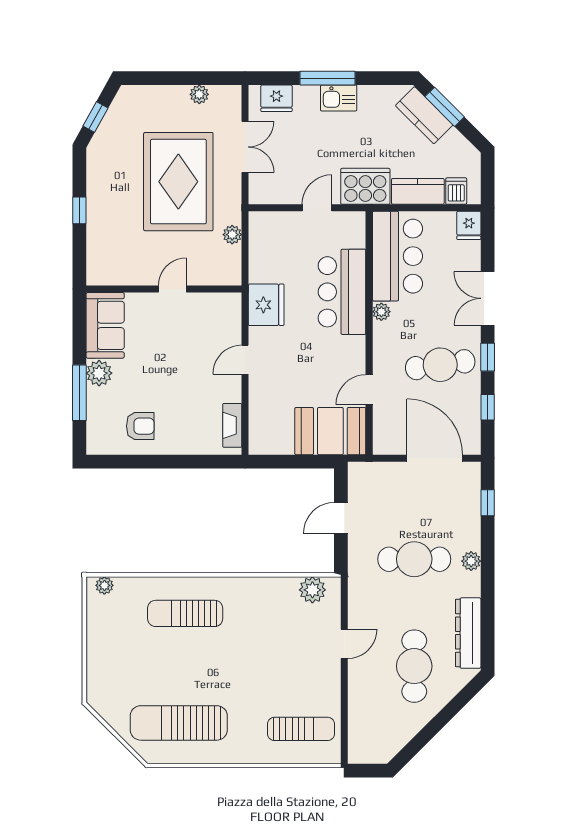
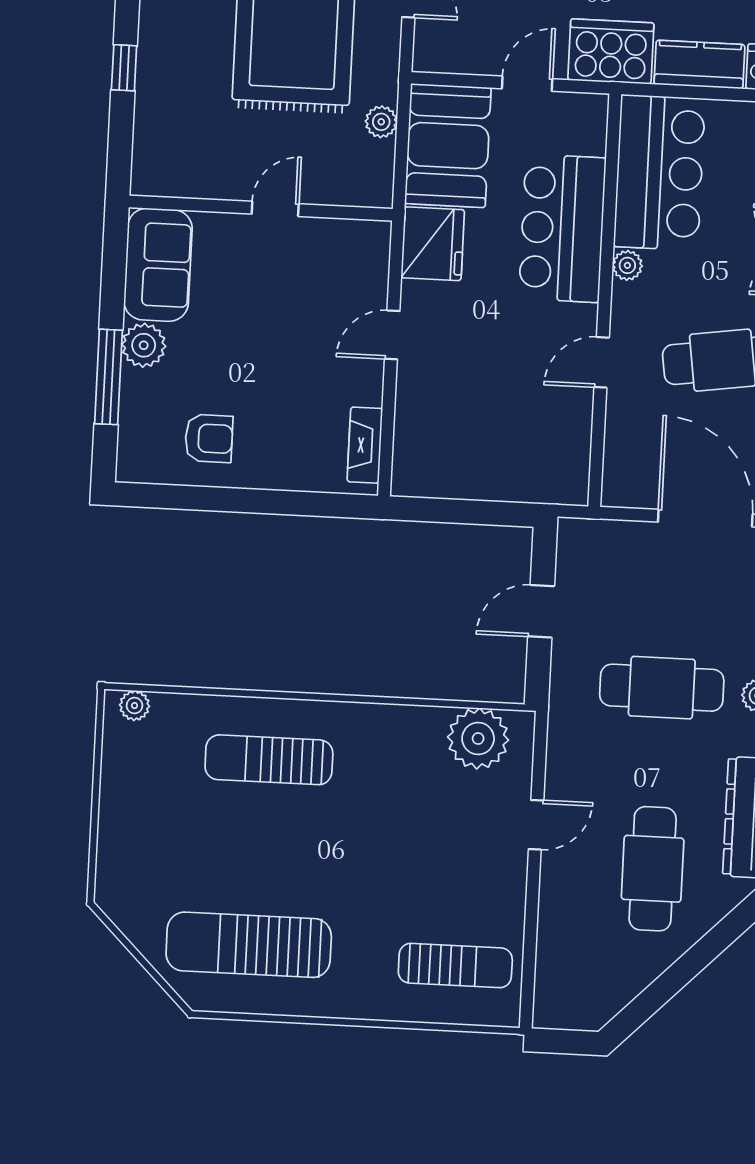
door: (369, 390) -> (602, 362), moved
booth: (330, 431) -> (448, 146), moved, turned 90
plant: (312, 590) -> (478, 738), width x1.36, depth x1.36

